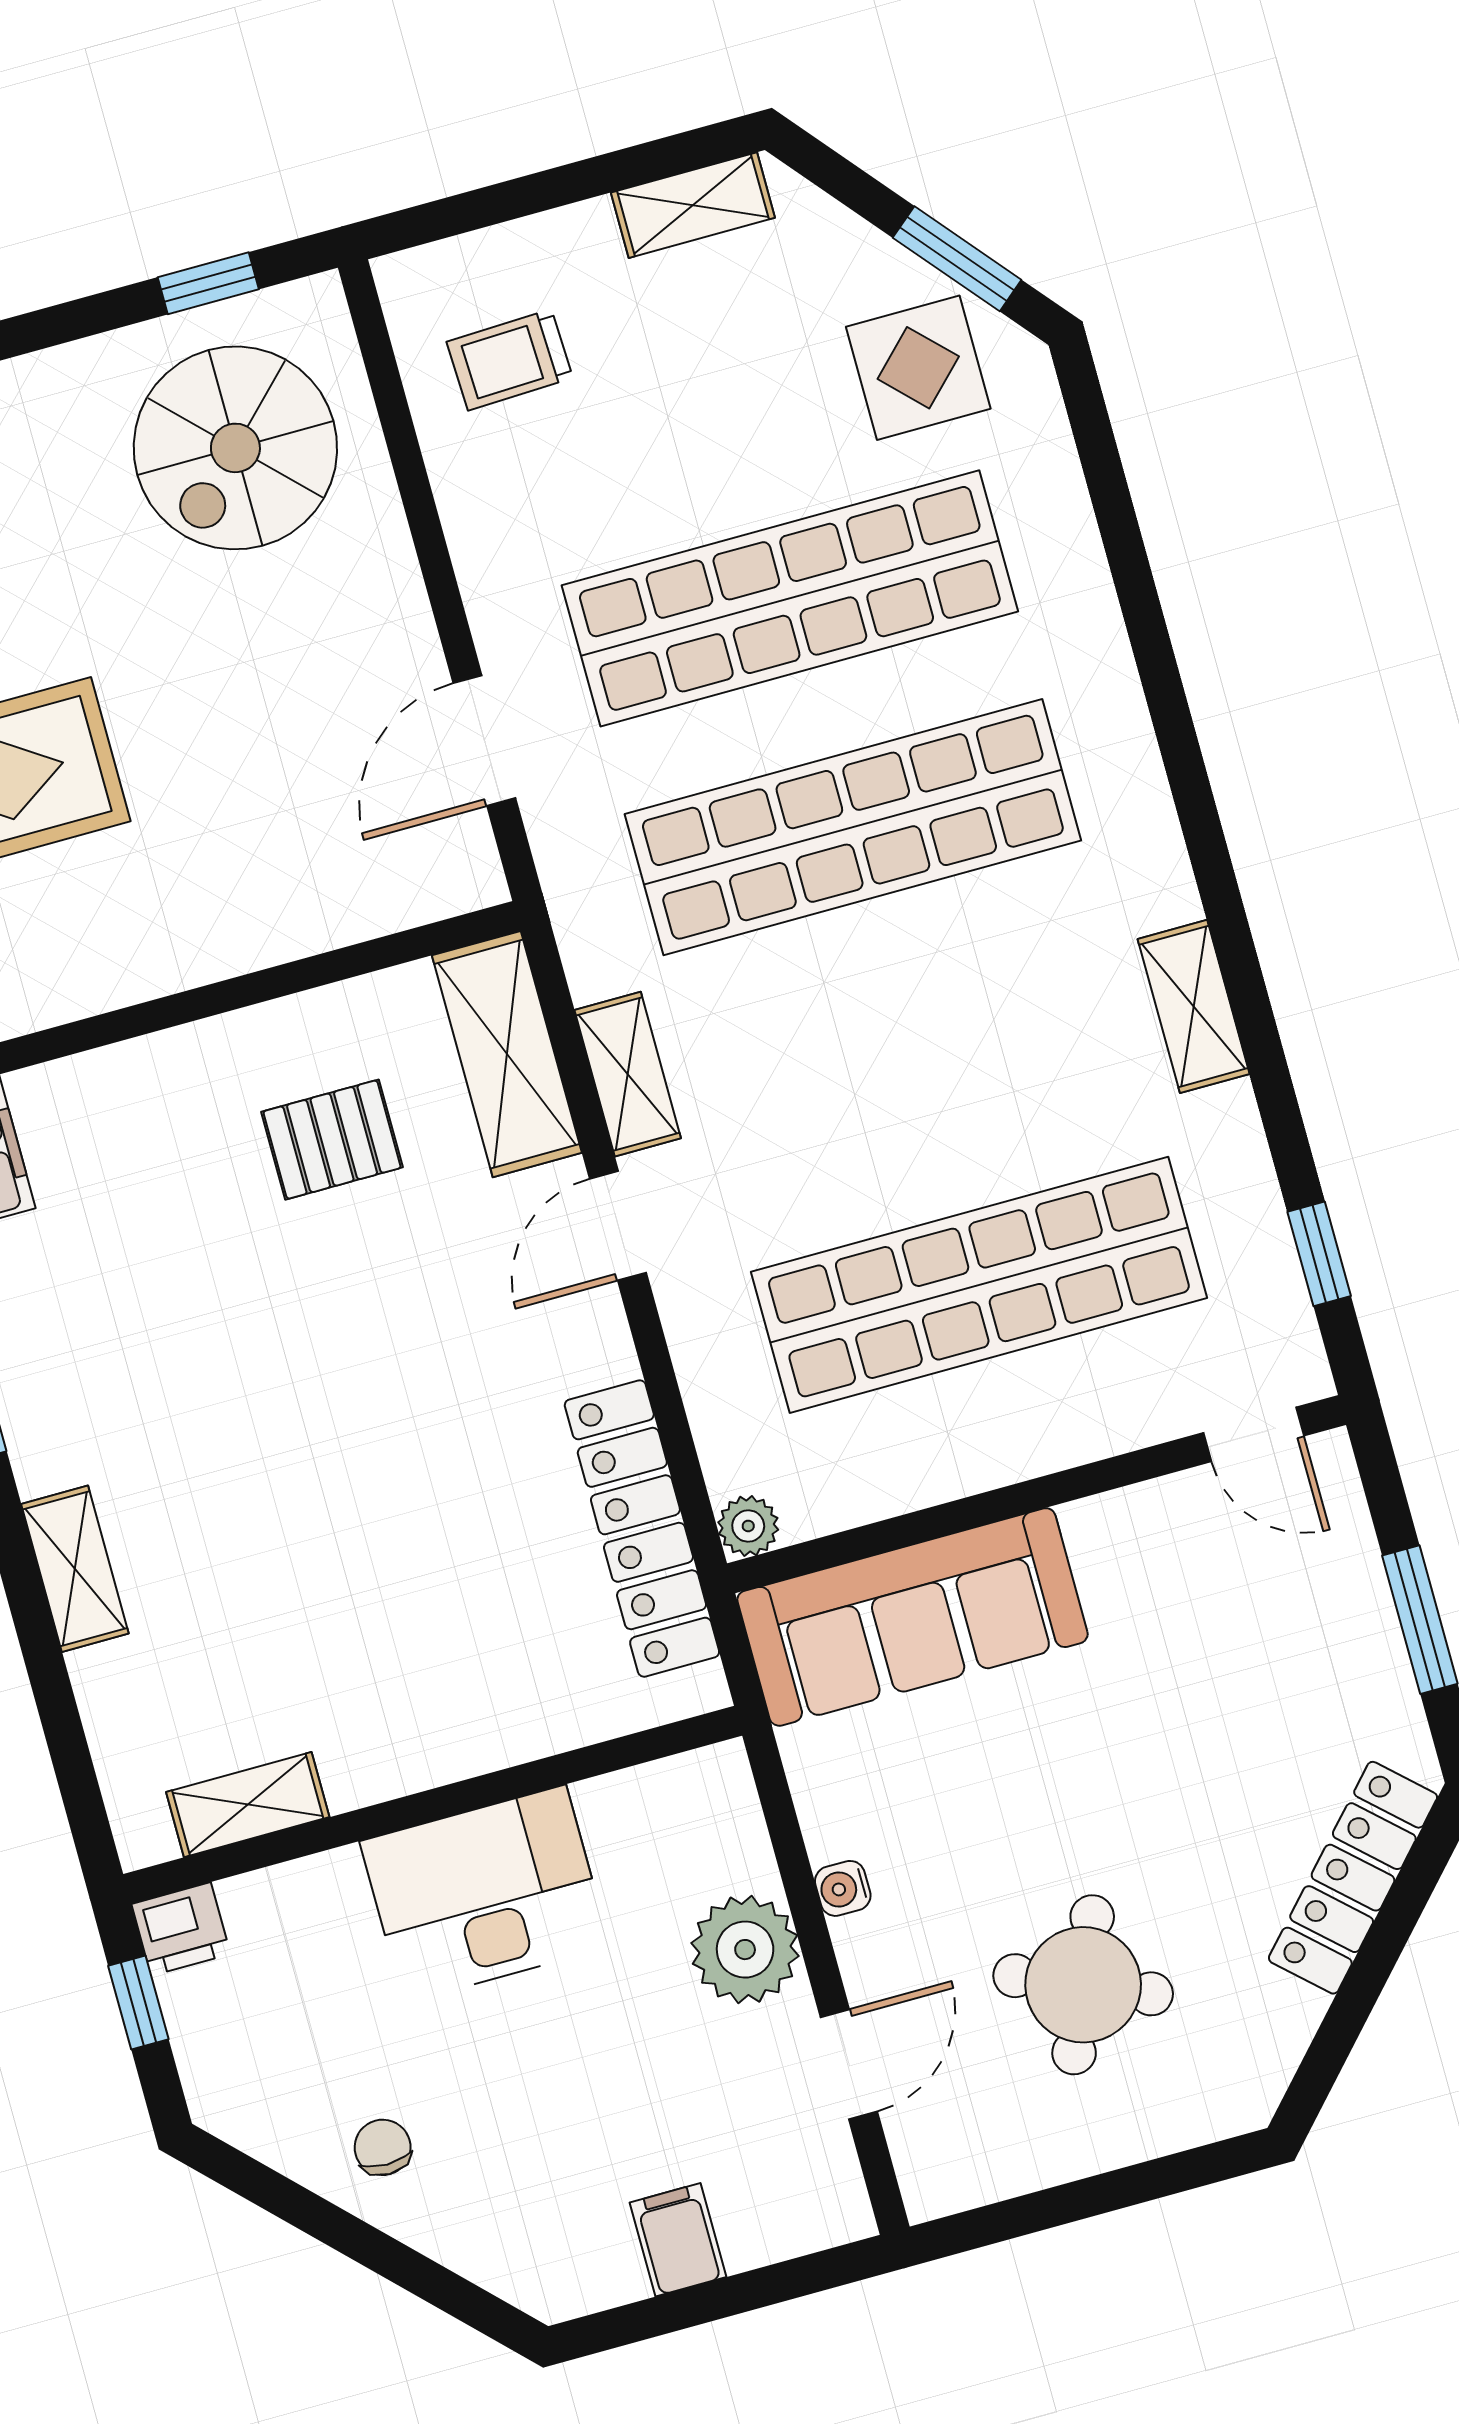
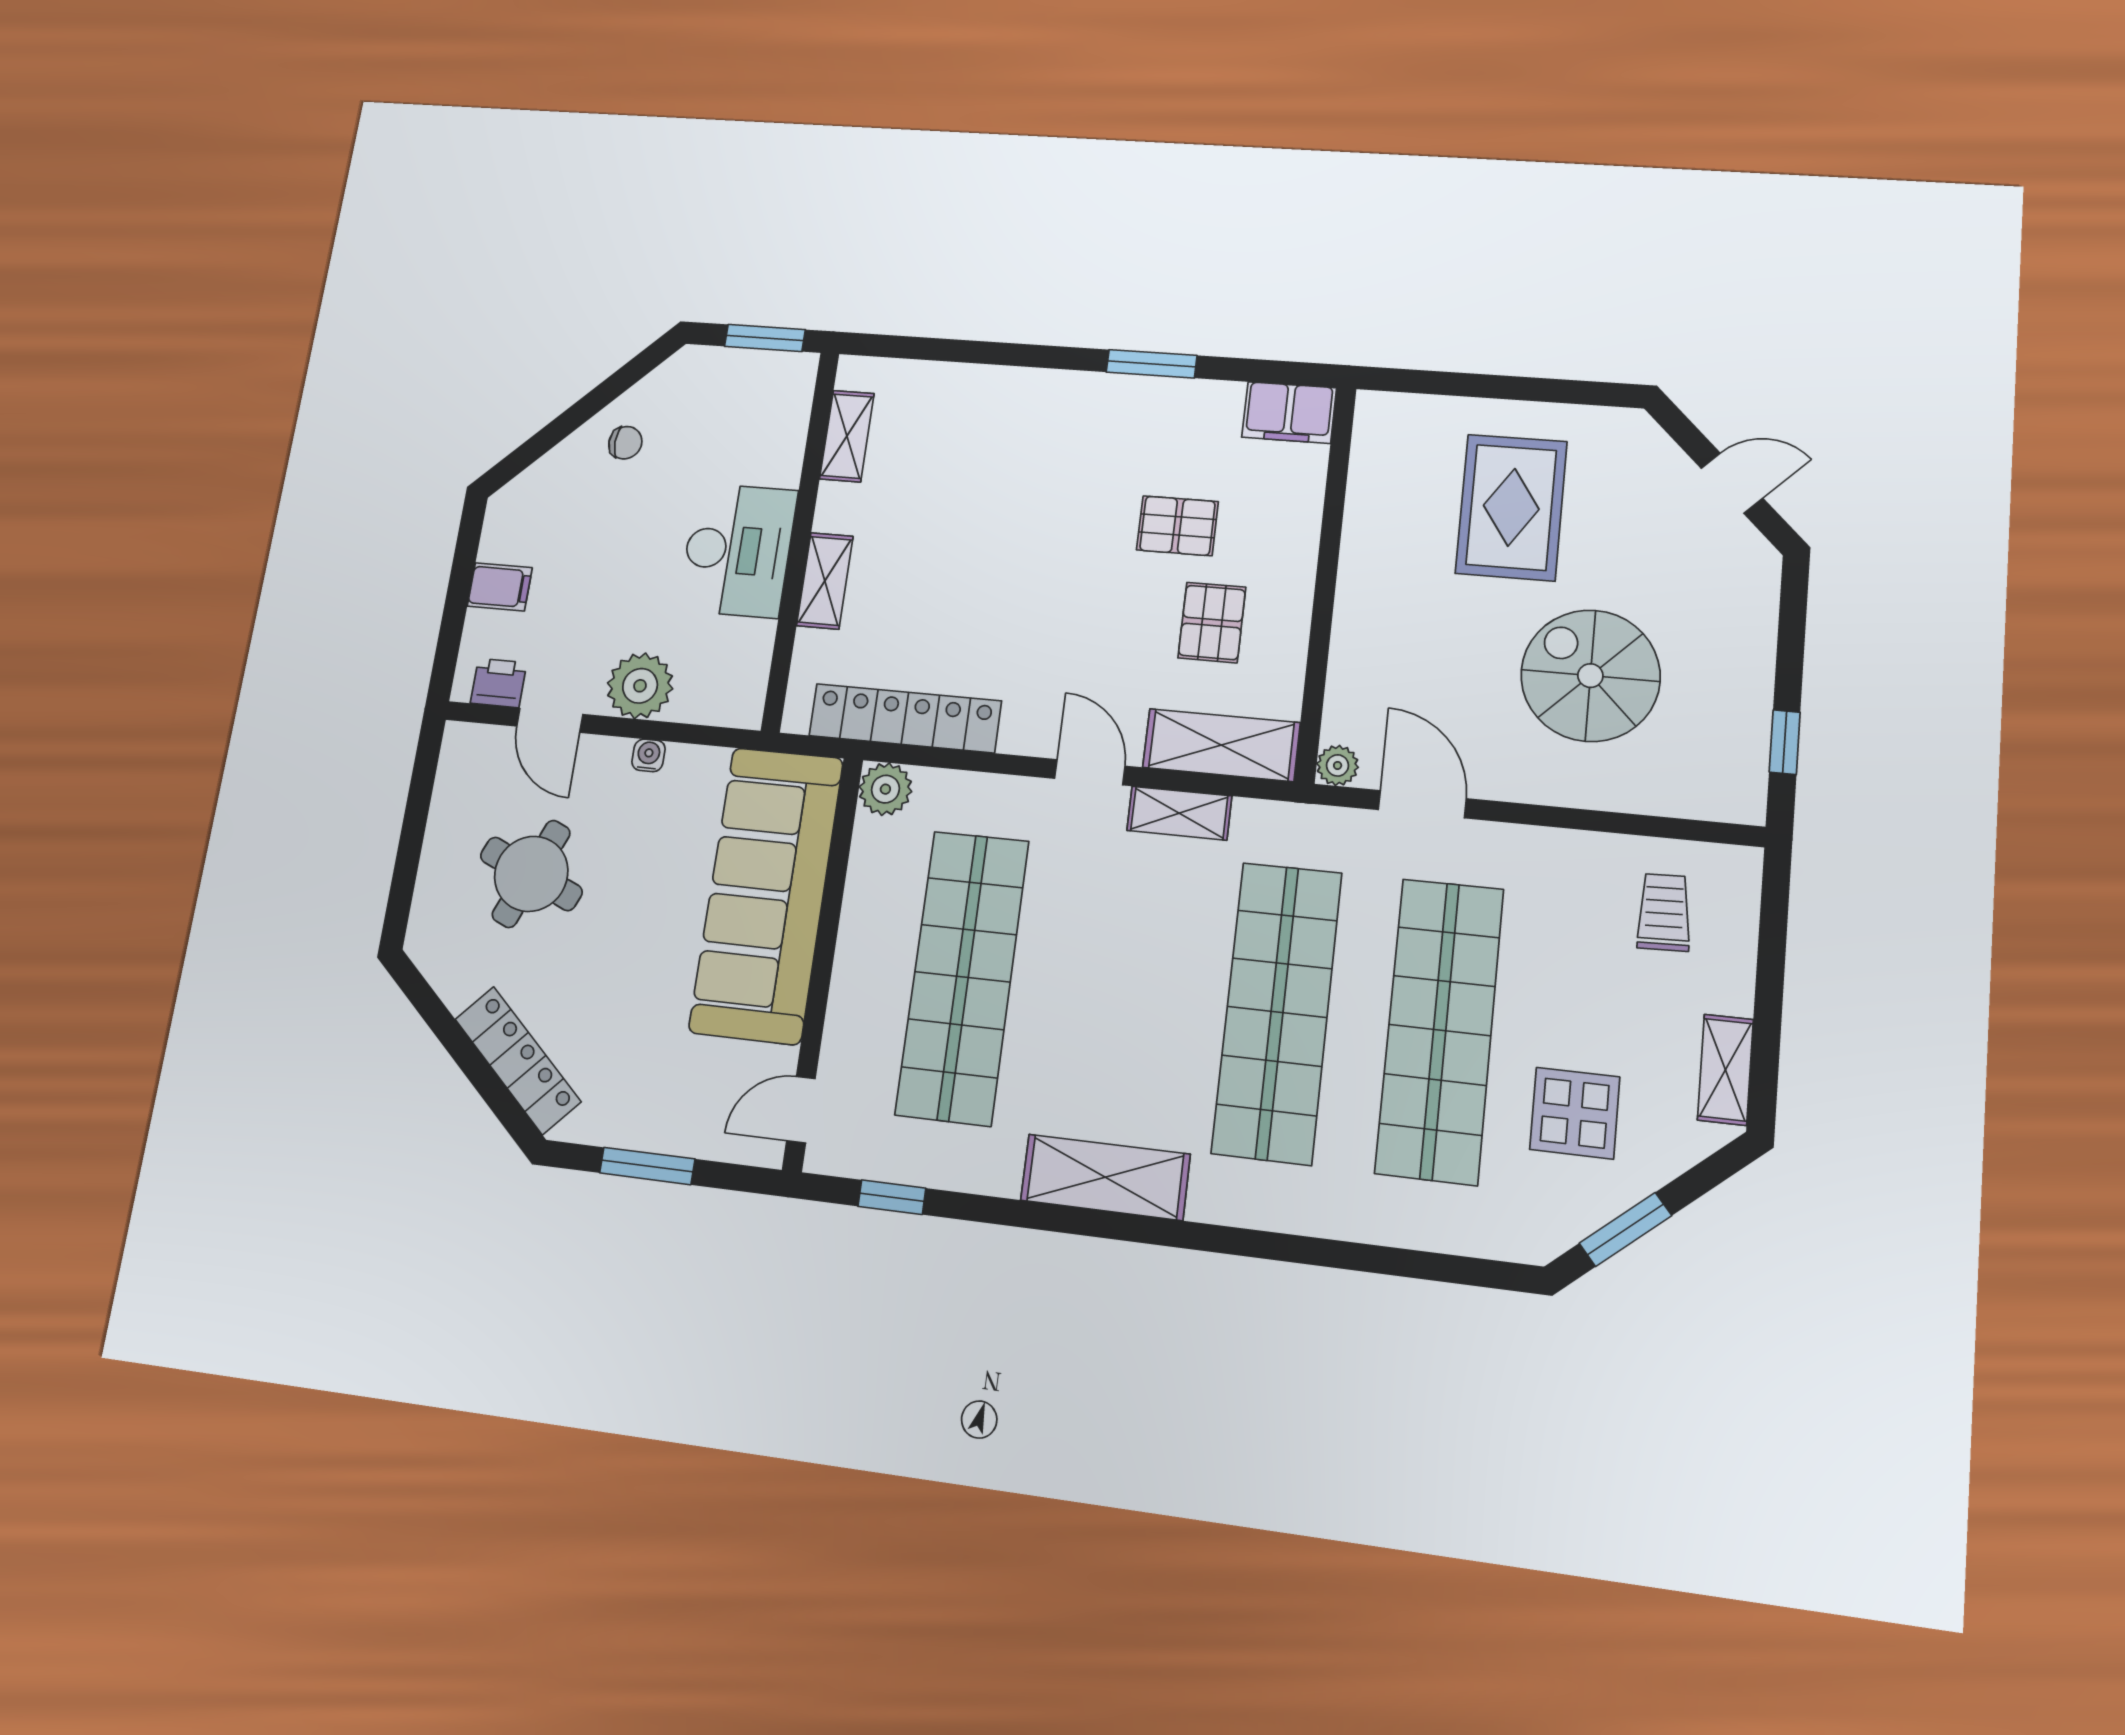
display table: (918, 368) -> (1575, 1113), moved
spiral stairs: (235, 448) -> (1590, 676), moved
plant: (474, 879) -> (1338, 765), added
shelving: (1194, 1006) -> (1105, 1177), width x1.50, depth x1.33
pallet: (205, 1248) -> (1177, 526), added
plant: (748, 1526) -> (885, 789), width x1.38, depth x1.38
shelving: (75, 1569) -> (825, 581), moved, turned 90
sofa: (912, 1617) -> (767, 894), width x1.36, depth x1.27
printer: (181, 1929) -> (499, 683), moved, turned 90
window: (138, 2003) -> (765, 338), width x1.50

